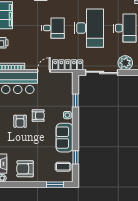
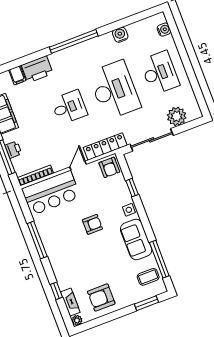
armchair: (20, 121) -> (109, 167), moved
window: (75, 157) -> (159, 259), width x2.17

